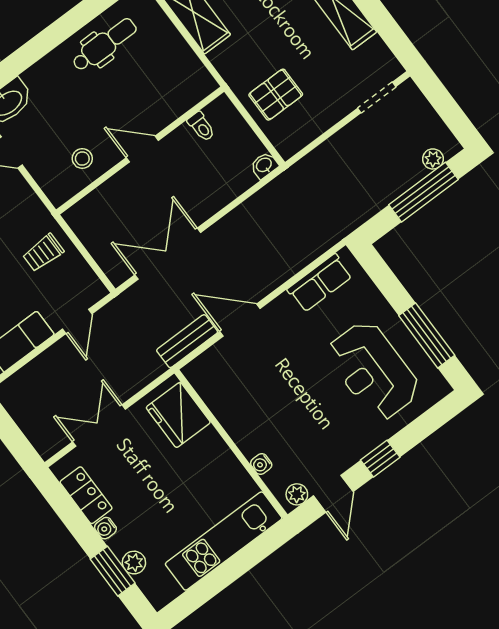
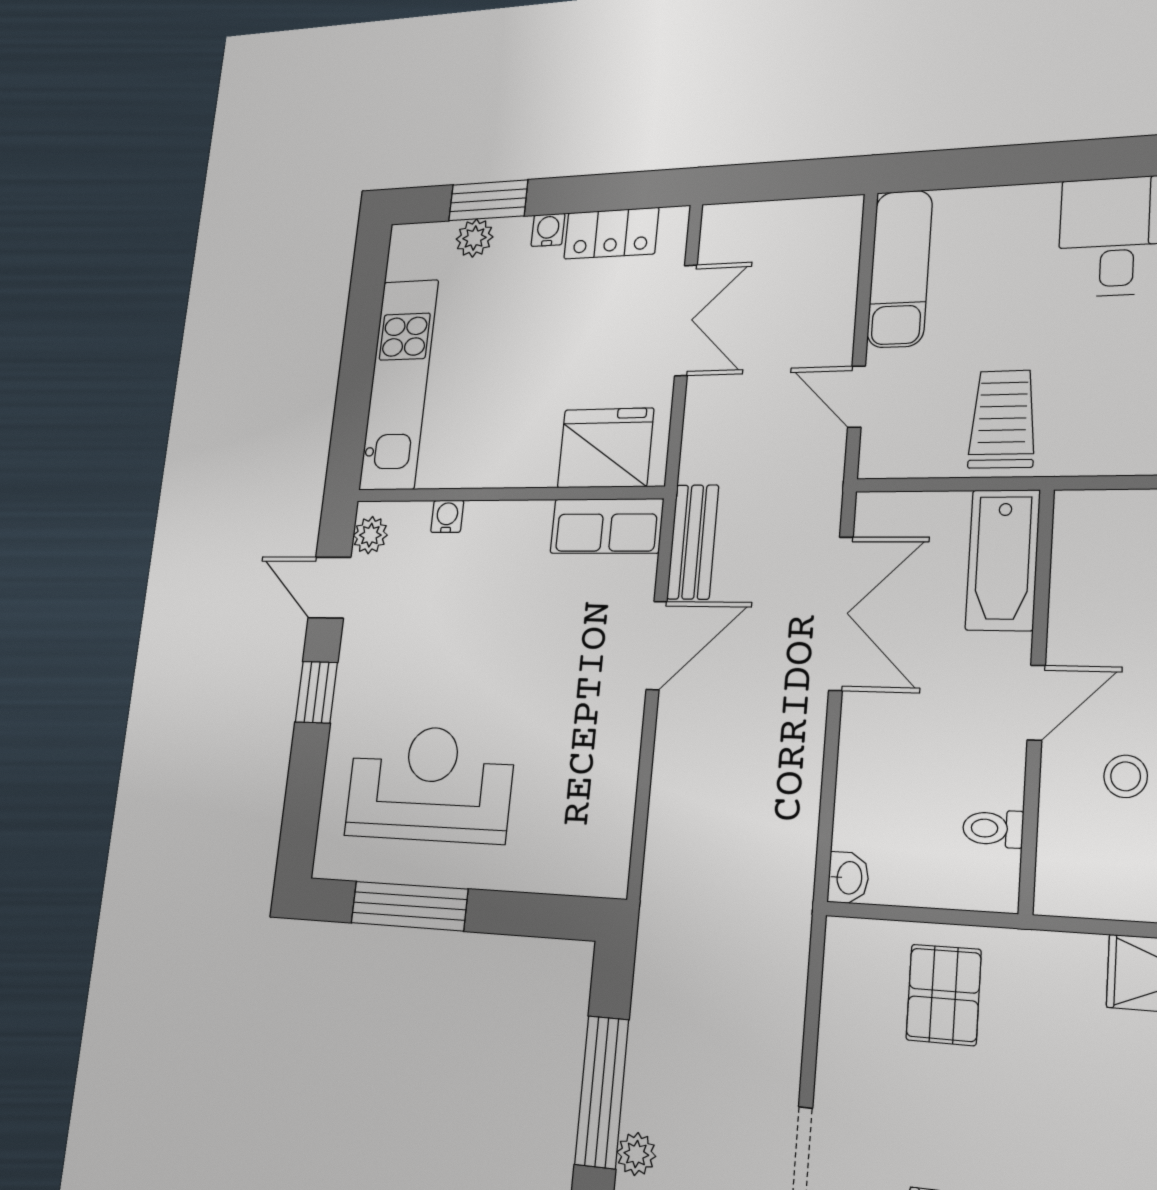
stool: (82, 159) -> (1126, 776), moved
bathtub: (98, 207) -> (1003, 560), added
trolley: (43, 253) -> (1003, 419), width x1.36, depth x1.39
row of seats: (320, 283) -> (607, 526), moved, turned -90

